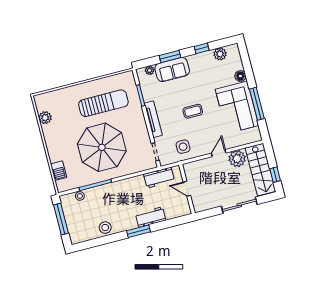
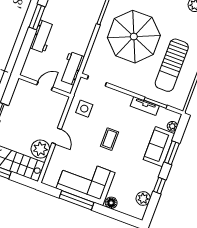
tv unit: (153, 119) -> (145, 106), moved, width x0.71

